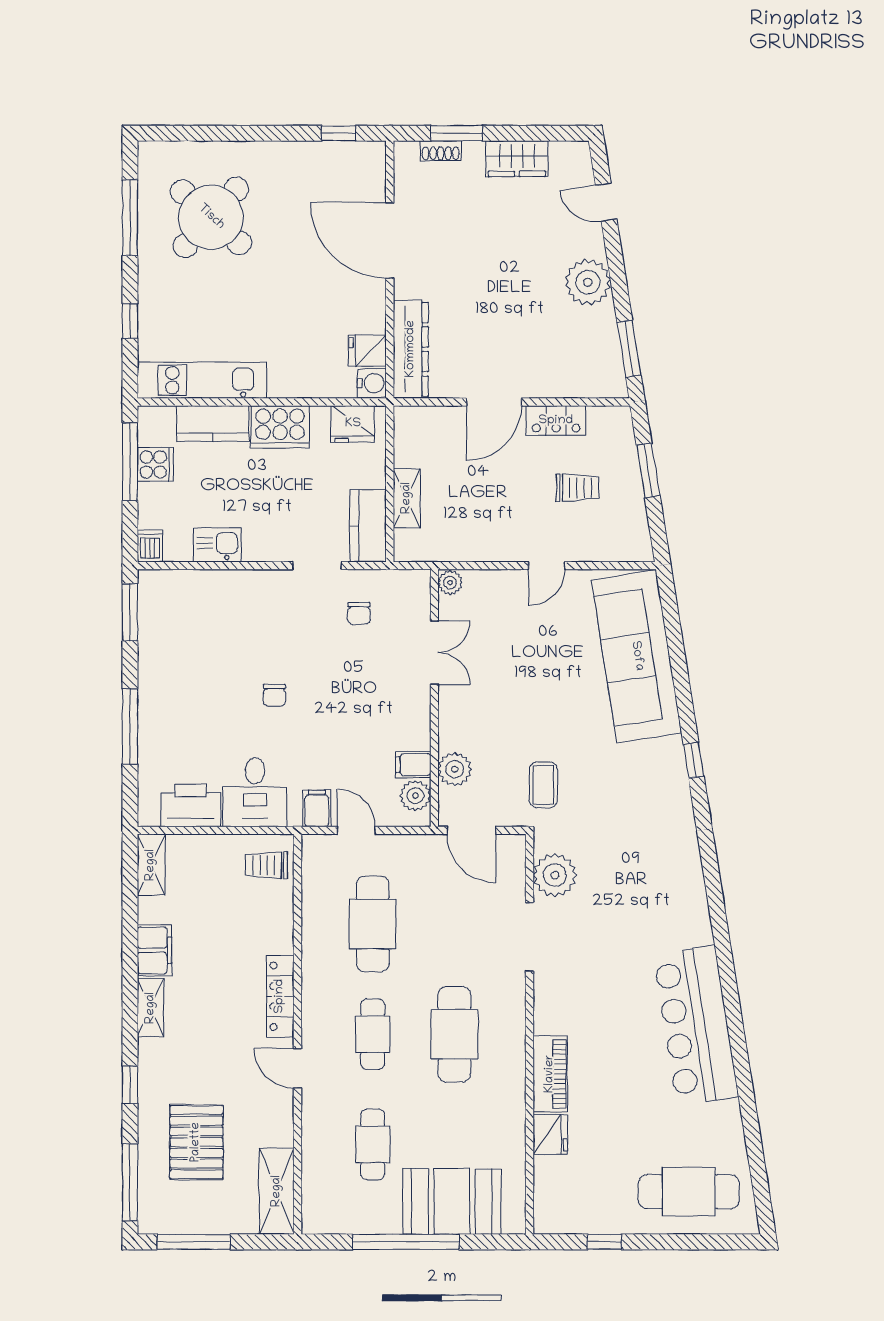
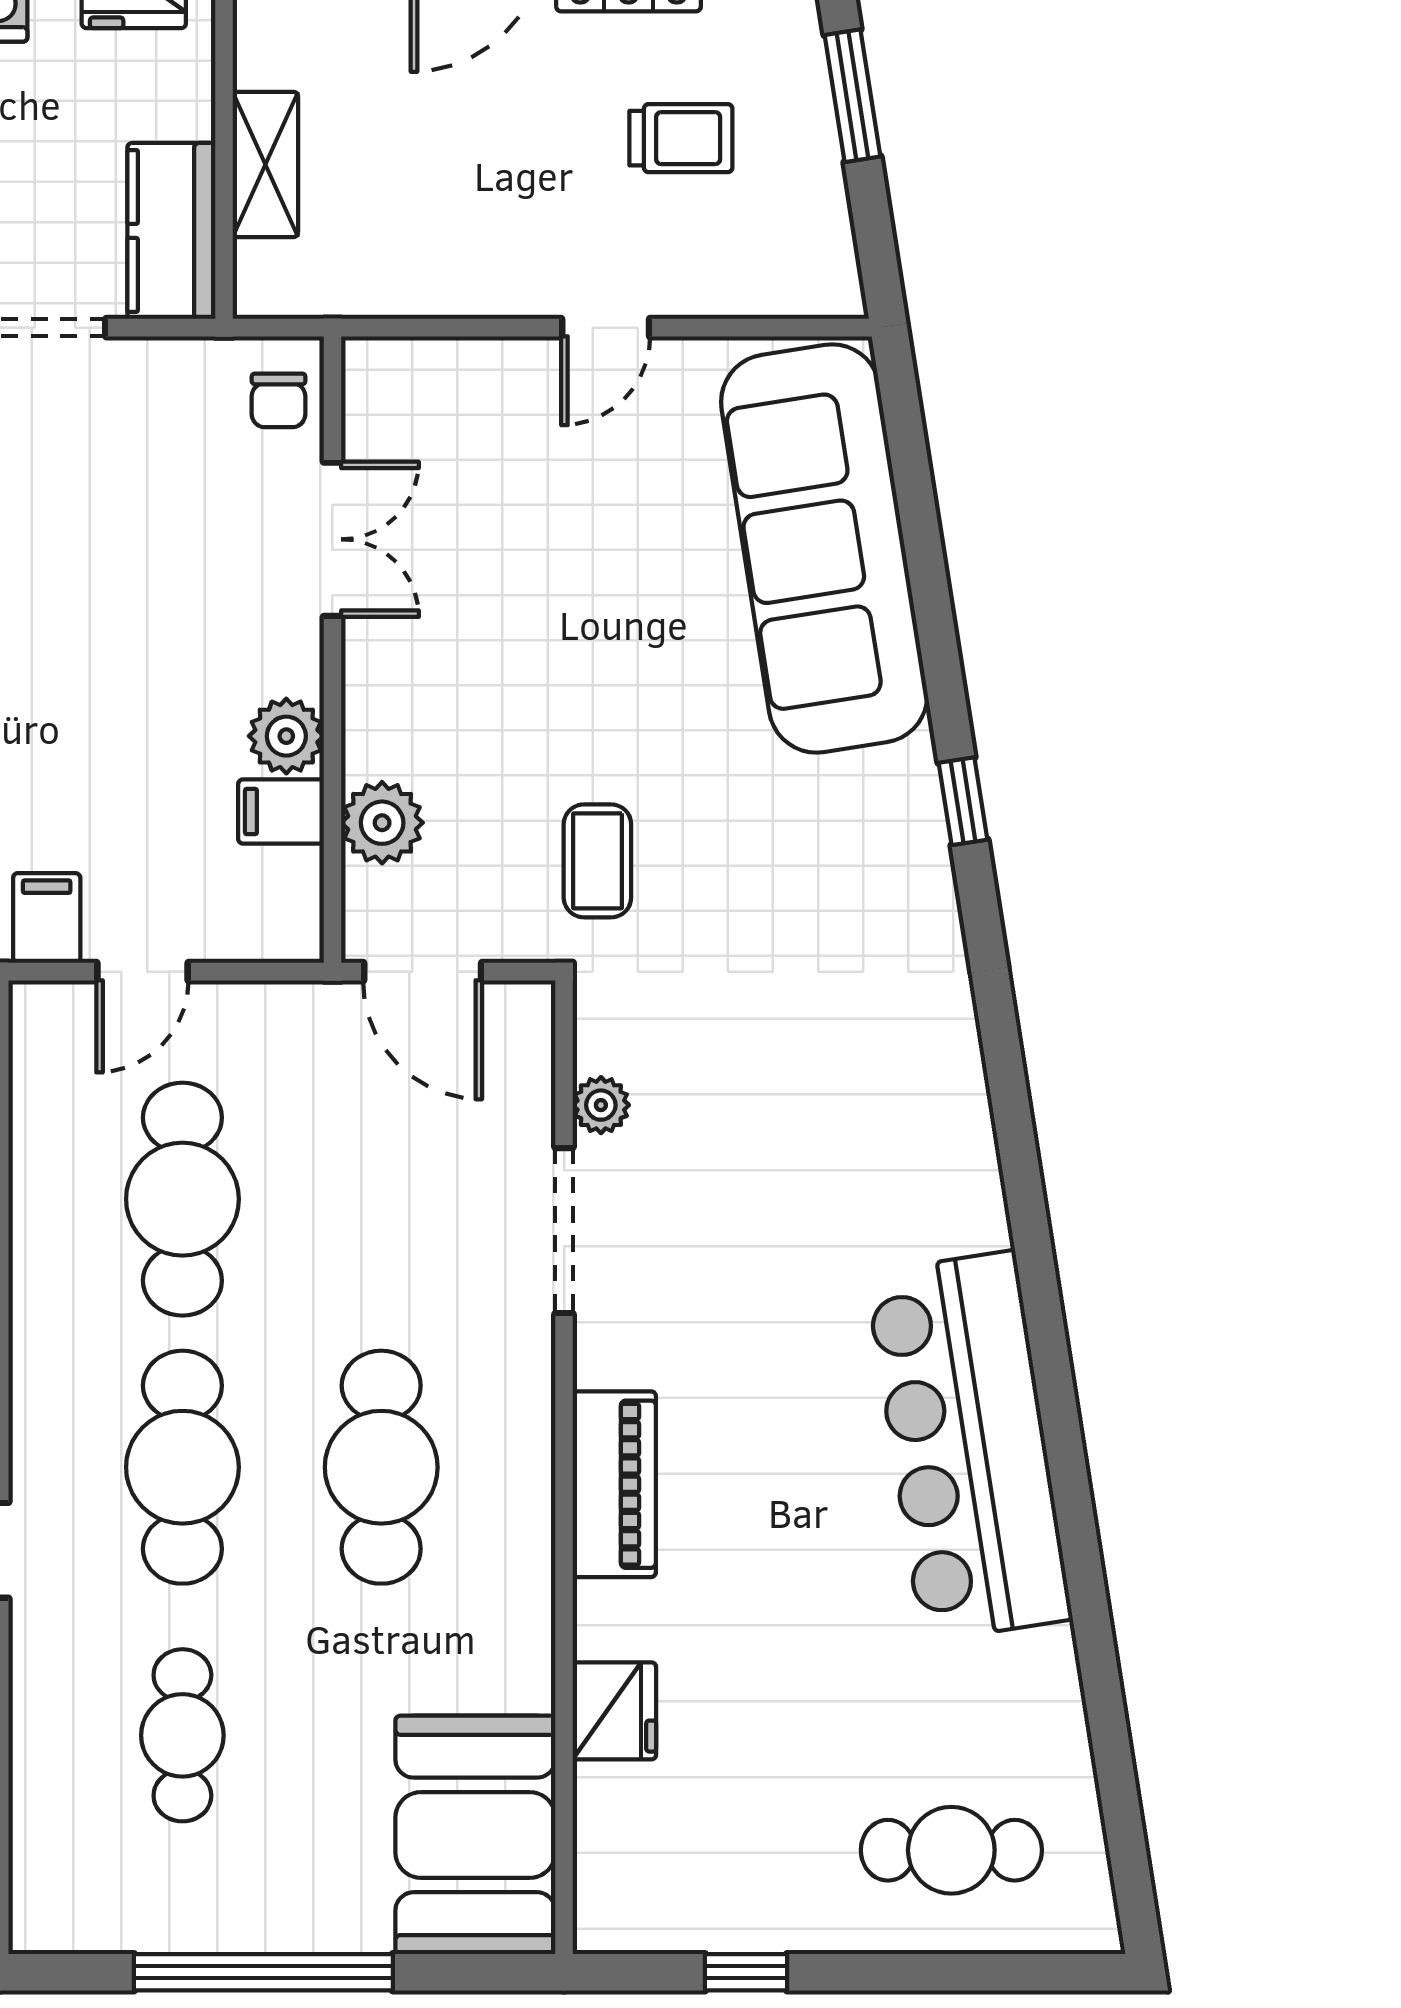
plant: (450, 583) -> (371, 369), removed
chair: (359, 613) -> (279, 400), moved
plant: (415, 796) -> (286, 736), moved
door: (356, 830) -> (142, 972), swing flipped
plant: (555, 875) -> (601, 1105), width x0.53, depth x0.53
cafe table: (373, 1034) -> (182, 1467), width x1.37, depth x1.35
piano: (550, 1074) -> (614, 1484), moved
cafe table: (689, 1192) -> (951, 1850), width x0.73, depth x0.74
booth: (452, 1202) -> (475, 1835), moved, turned 90

